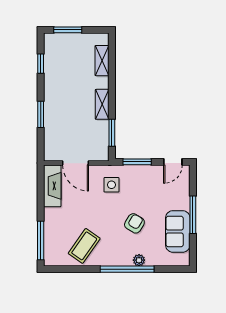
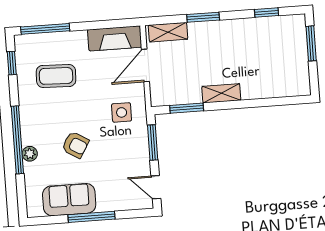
shelving: (102, 61) -> (168, 32), moved
coffee table: (84, 246) -> (56, 76), moved, turned -33
window: (66, 269) -> (12, 63), added

